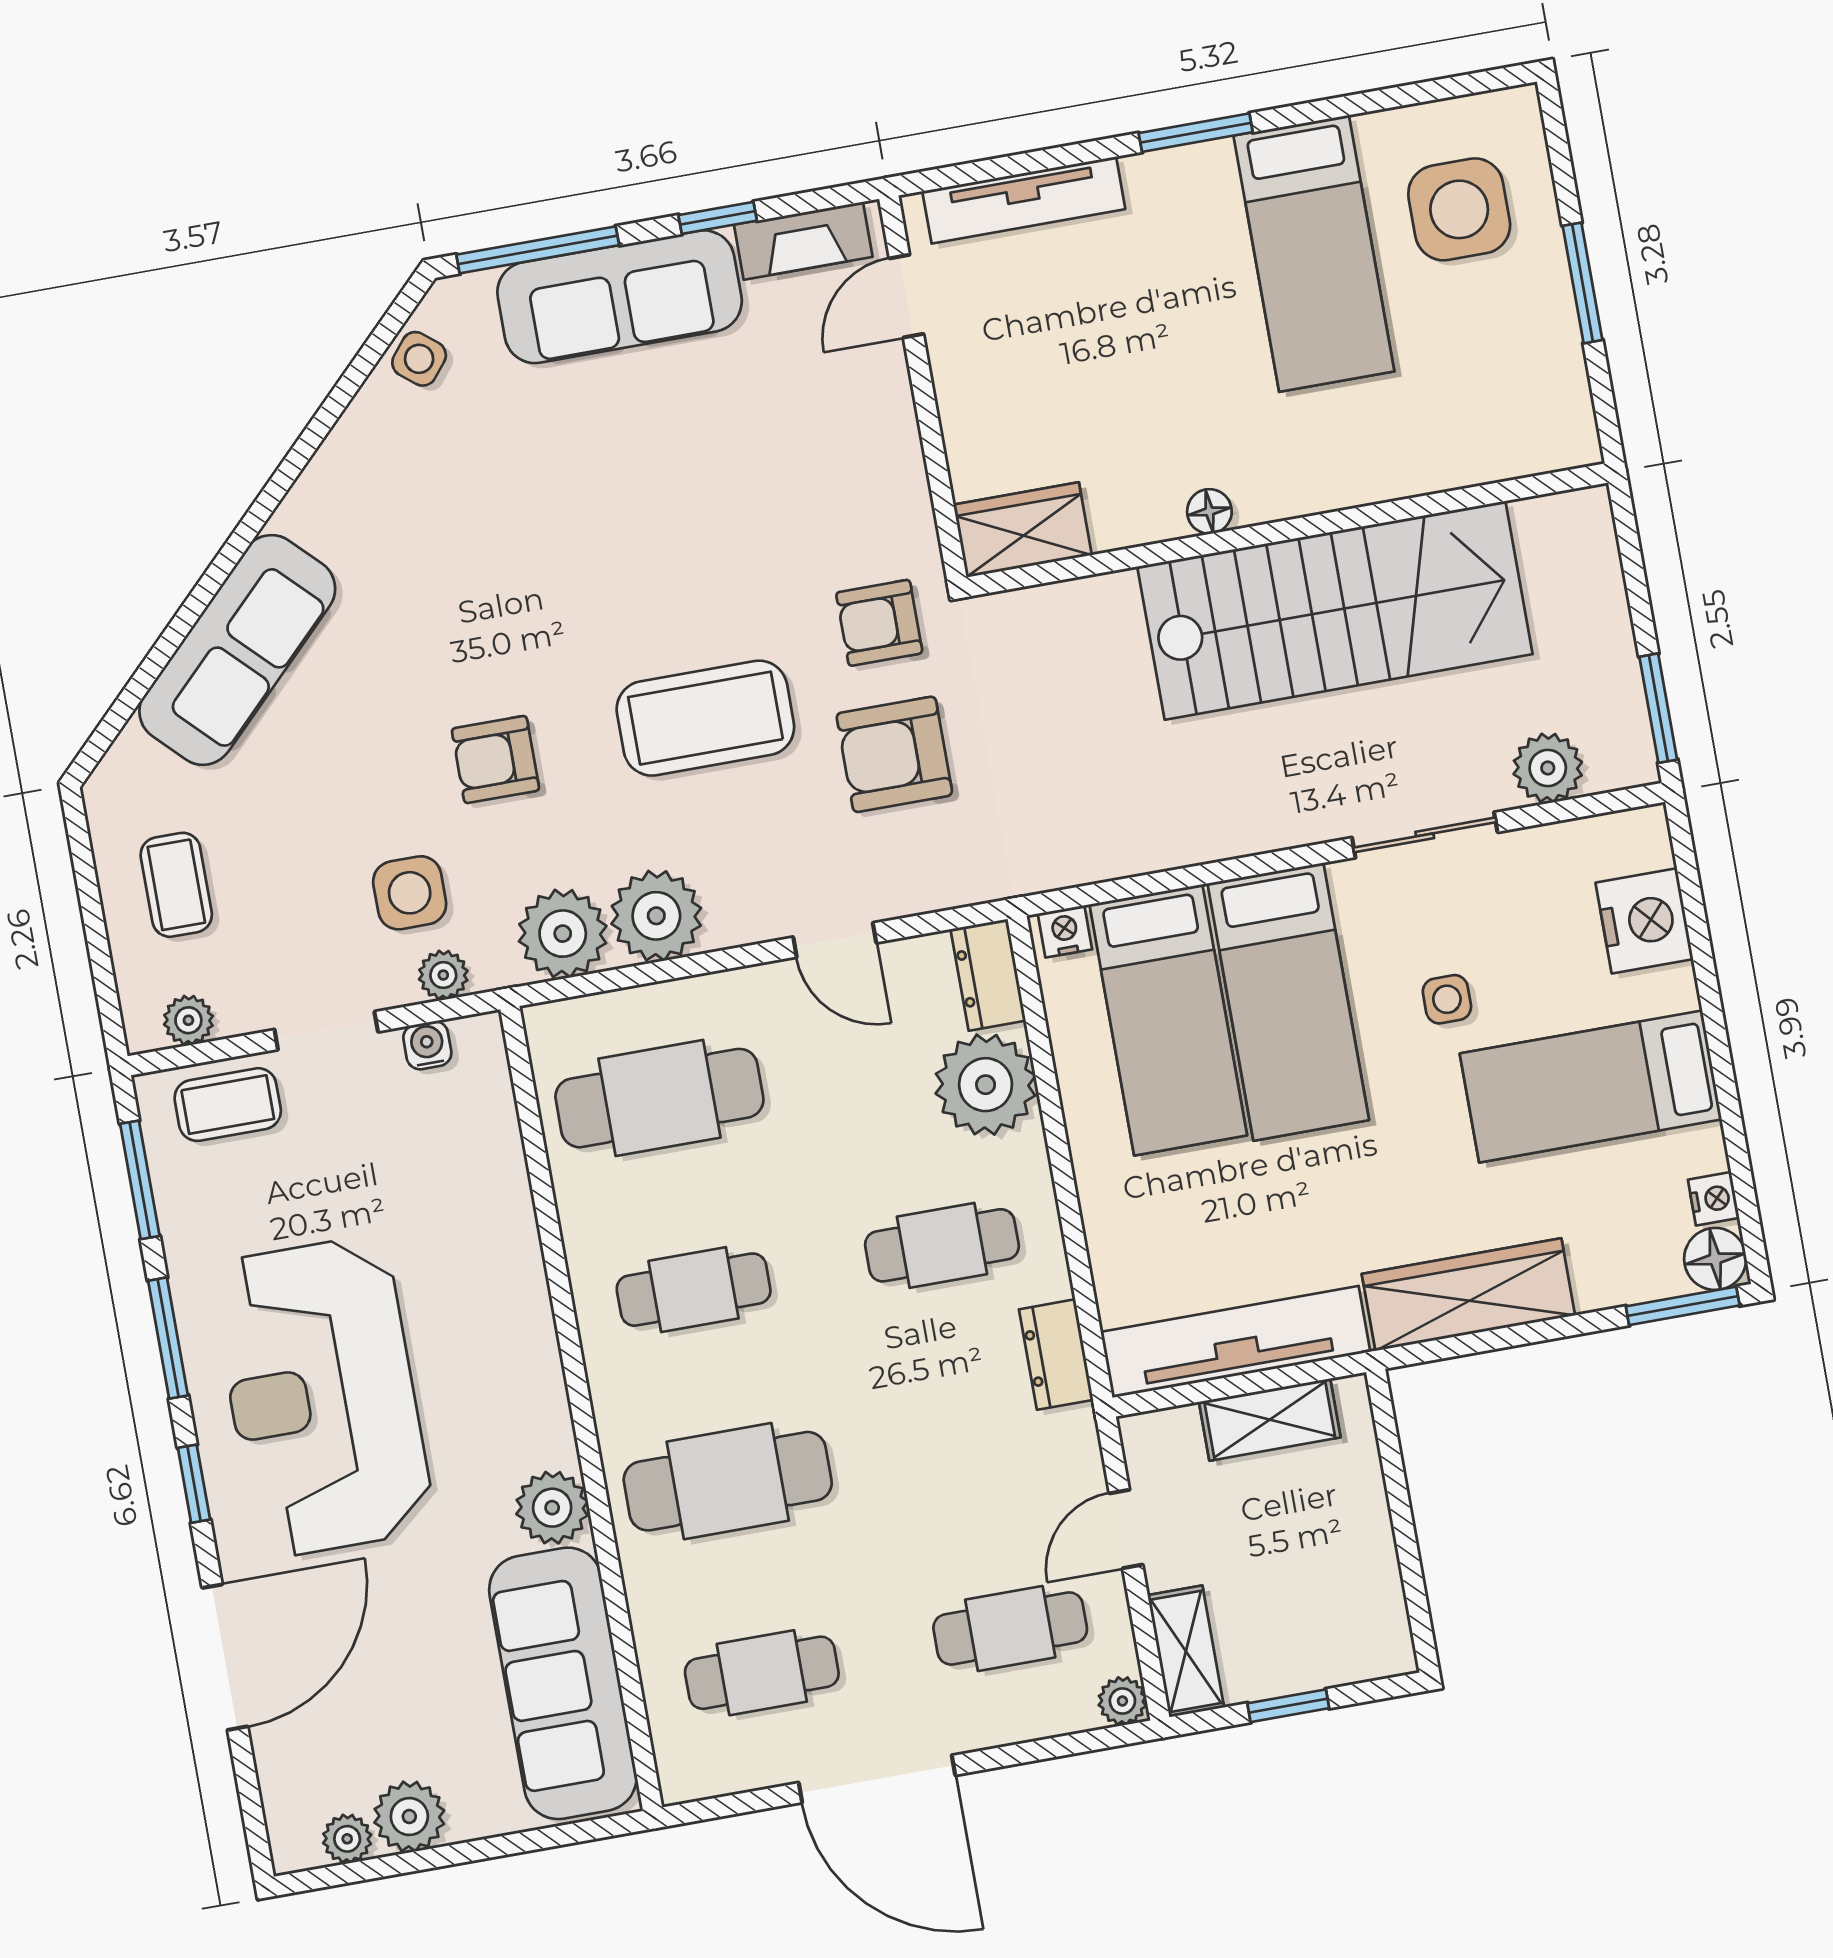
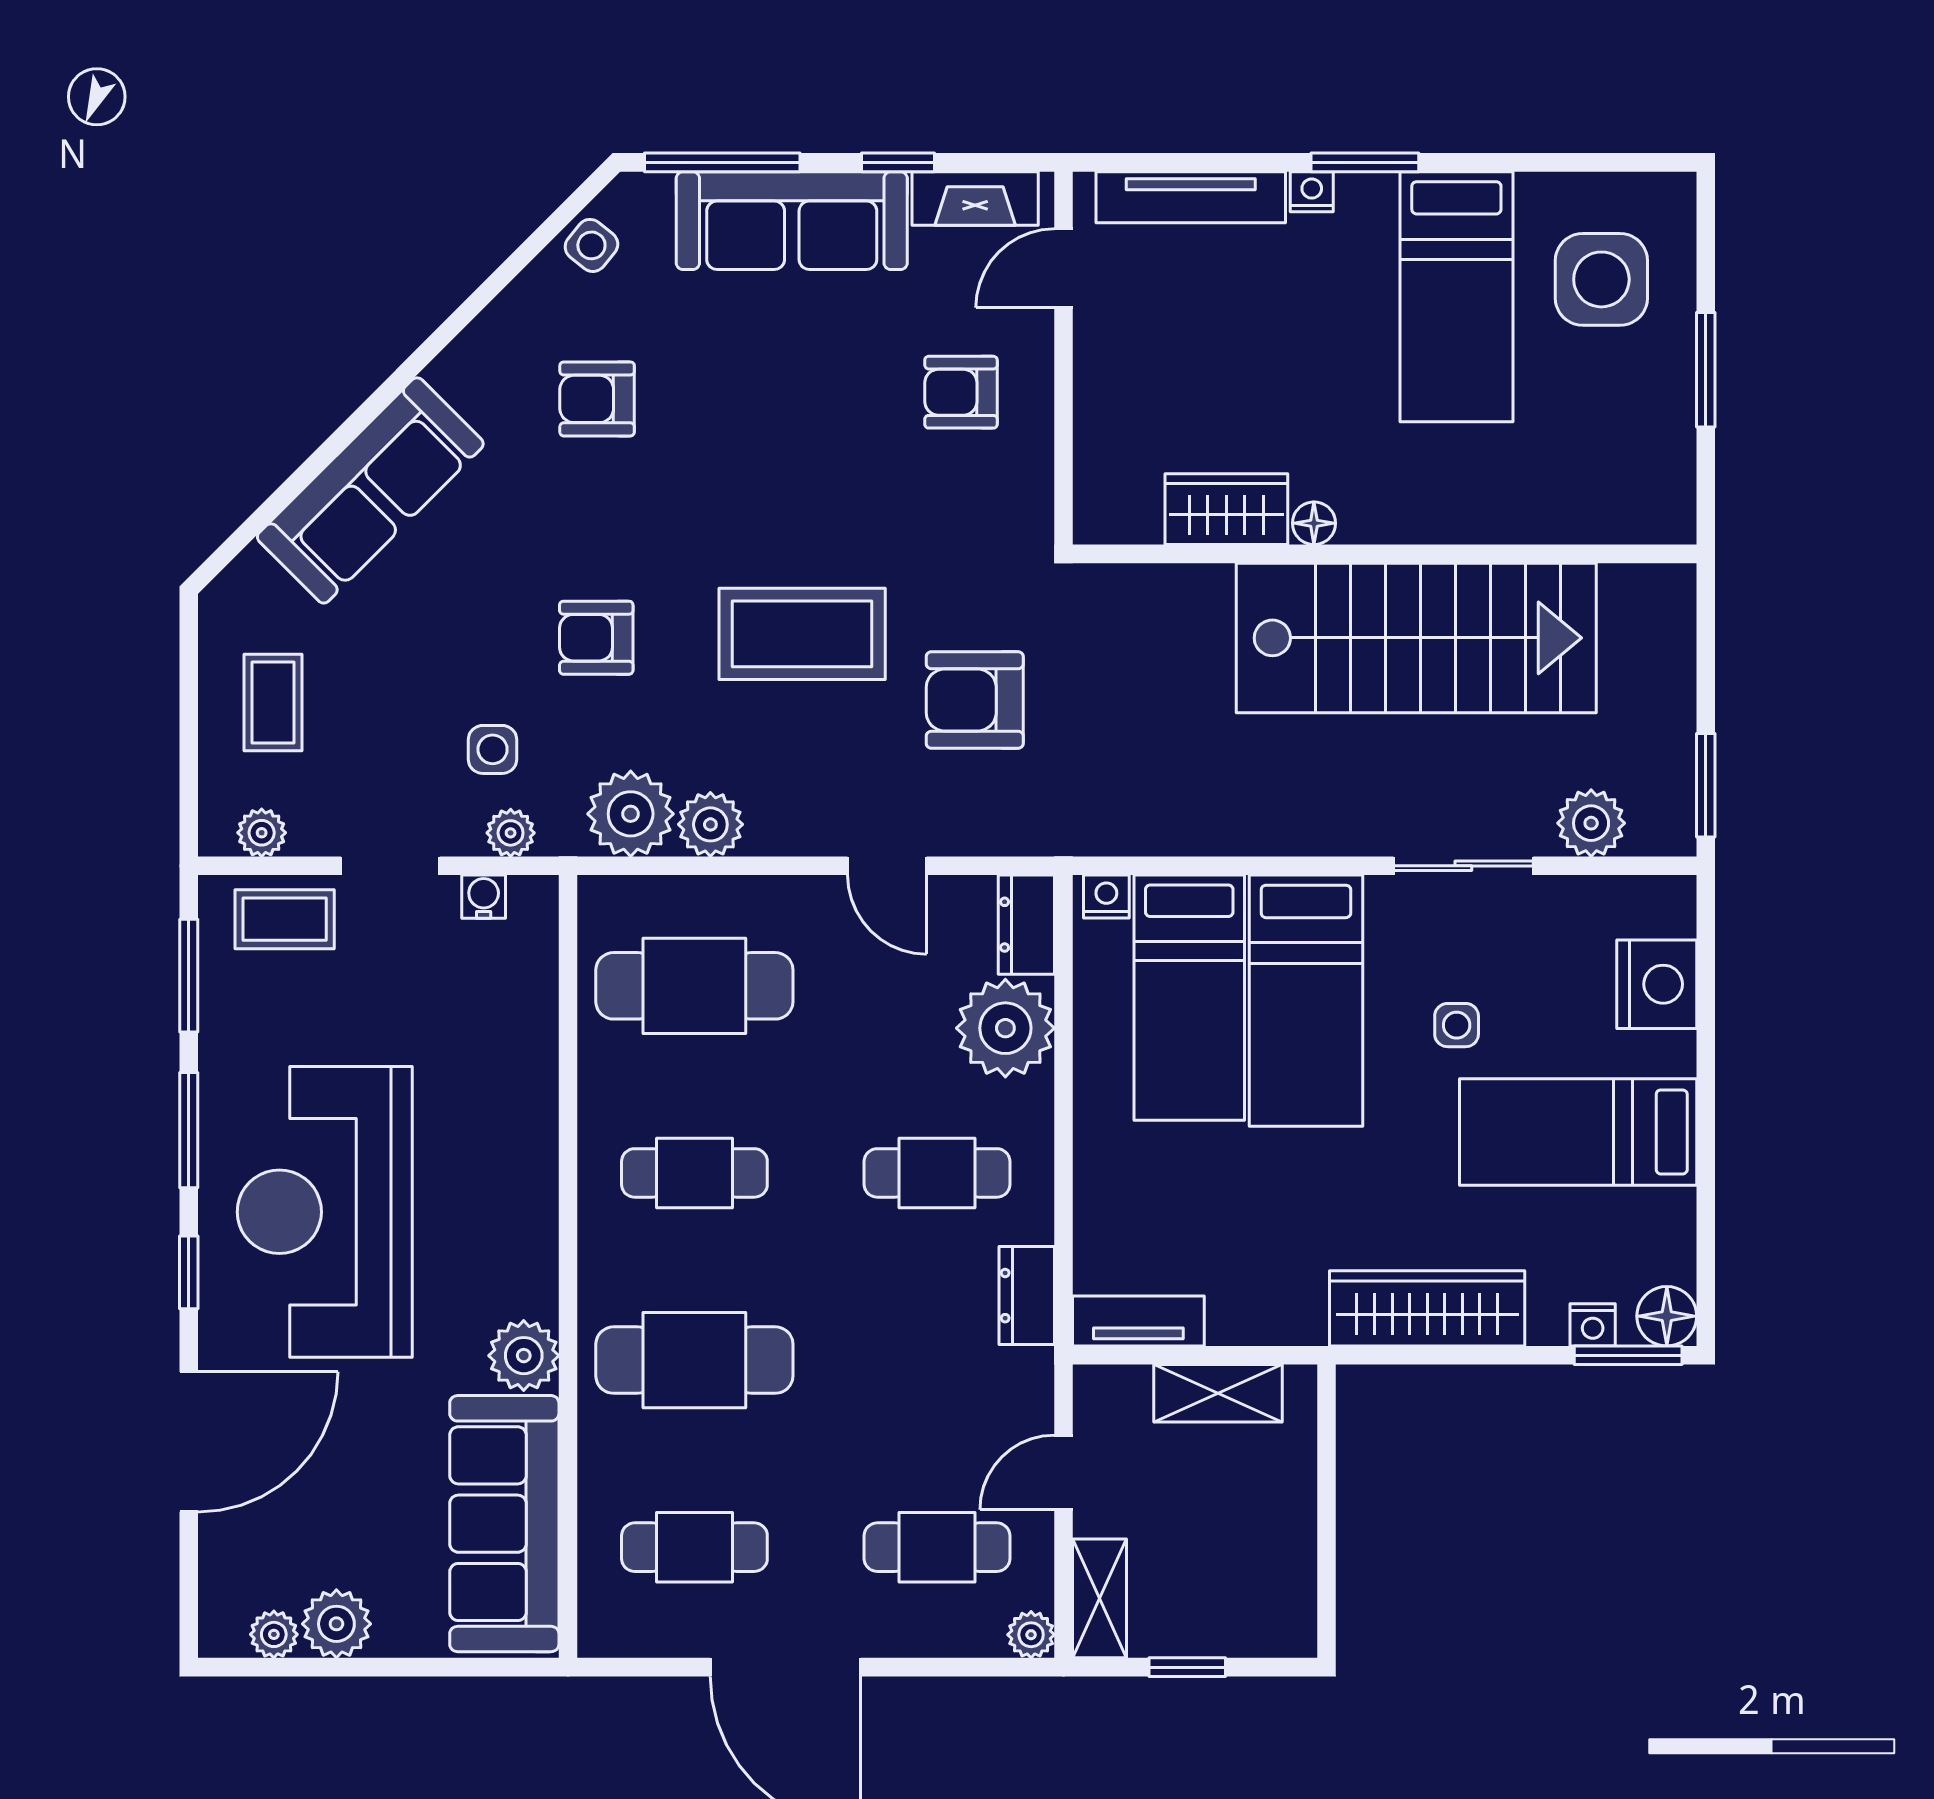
nightstand: (1147, 172) -> (1312, 192), added
armchair: (453, 515) -> (597, 399), added
wardrobe: (1023, 530) -> (1226, 509), moved
armchair: (879, 623) -> (961, 392), moved
side table: (410, 893) -> (493, 749), width x0.73, depth x0.73
plant: (656, 916) -> (710, 824), width x0.73, depth x0.73
nightstand: (1714, 1199) -> (1593, 1325), moved, turned 90
tv unit: (1236, 1342) -> (1138, 1321), width x0.52, depth x0.78

